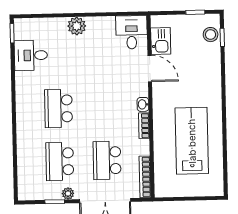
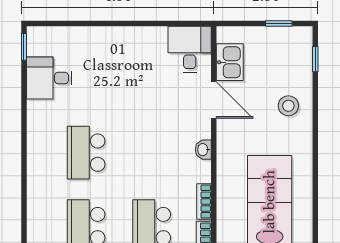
plant: (77, 26) -> (114, 39), removed
stool: (211, 35) -> (288, 106), moved
bookcase: (144, 126) -> (204, 202), moved

